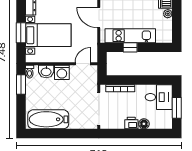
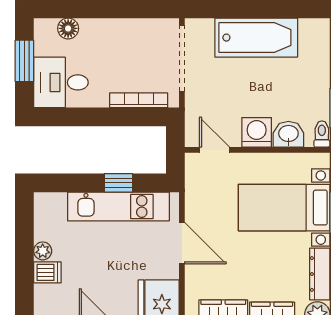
door: (83, 64) -> (214, 150), swing flipped
bathtub: (48, 119) -> (256, 38), moved
printer: (131, 123) -> (116, 30), removed
floor lamp: (144, 124) -> (68, 28), moved

